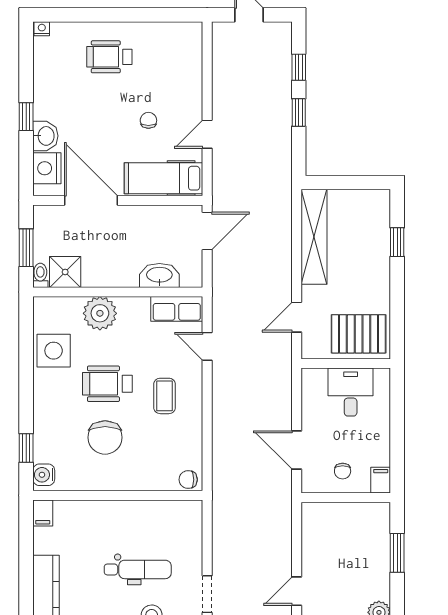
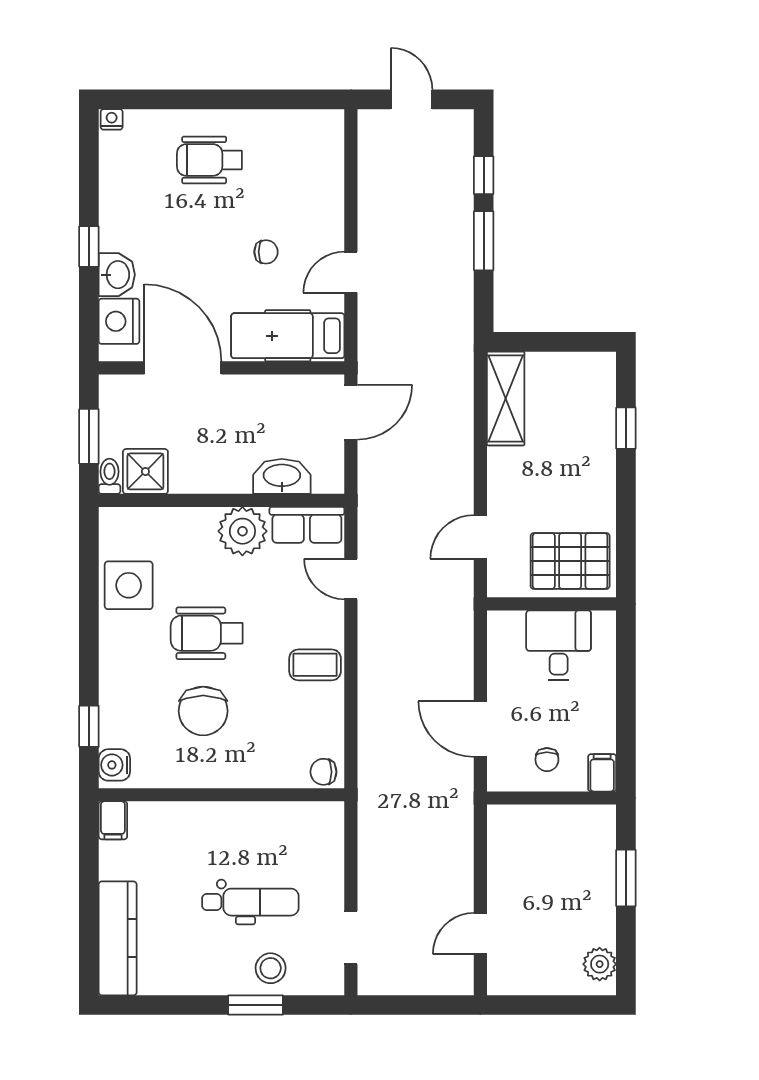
window: (299, 113) -> (484, 241), width x1.50
chair: (148, 120) -> (266, 252), turned 90
shelving: (314, 237) -> (506, 399), width x0.68
plant: (100, 313) -> (242, 531), moved
coffee table: (165, 396) -> (315, 665), moved, turned 90

